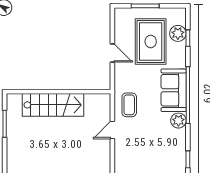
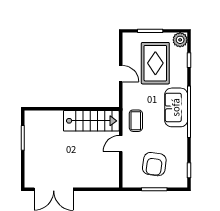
plant: (178, 33) -> (180, 40), moved
stairs: (53, 105) -> (91, 121), moved
plant: (178, 121) -> (181, 135), removed
armchair: (150, 153) -> (154, 164), added

